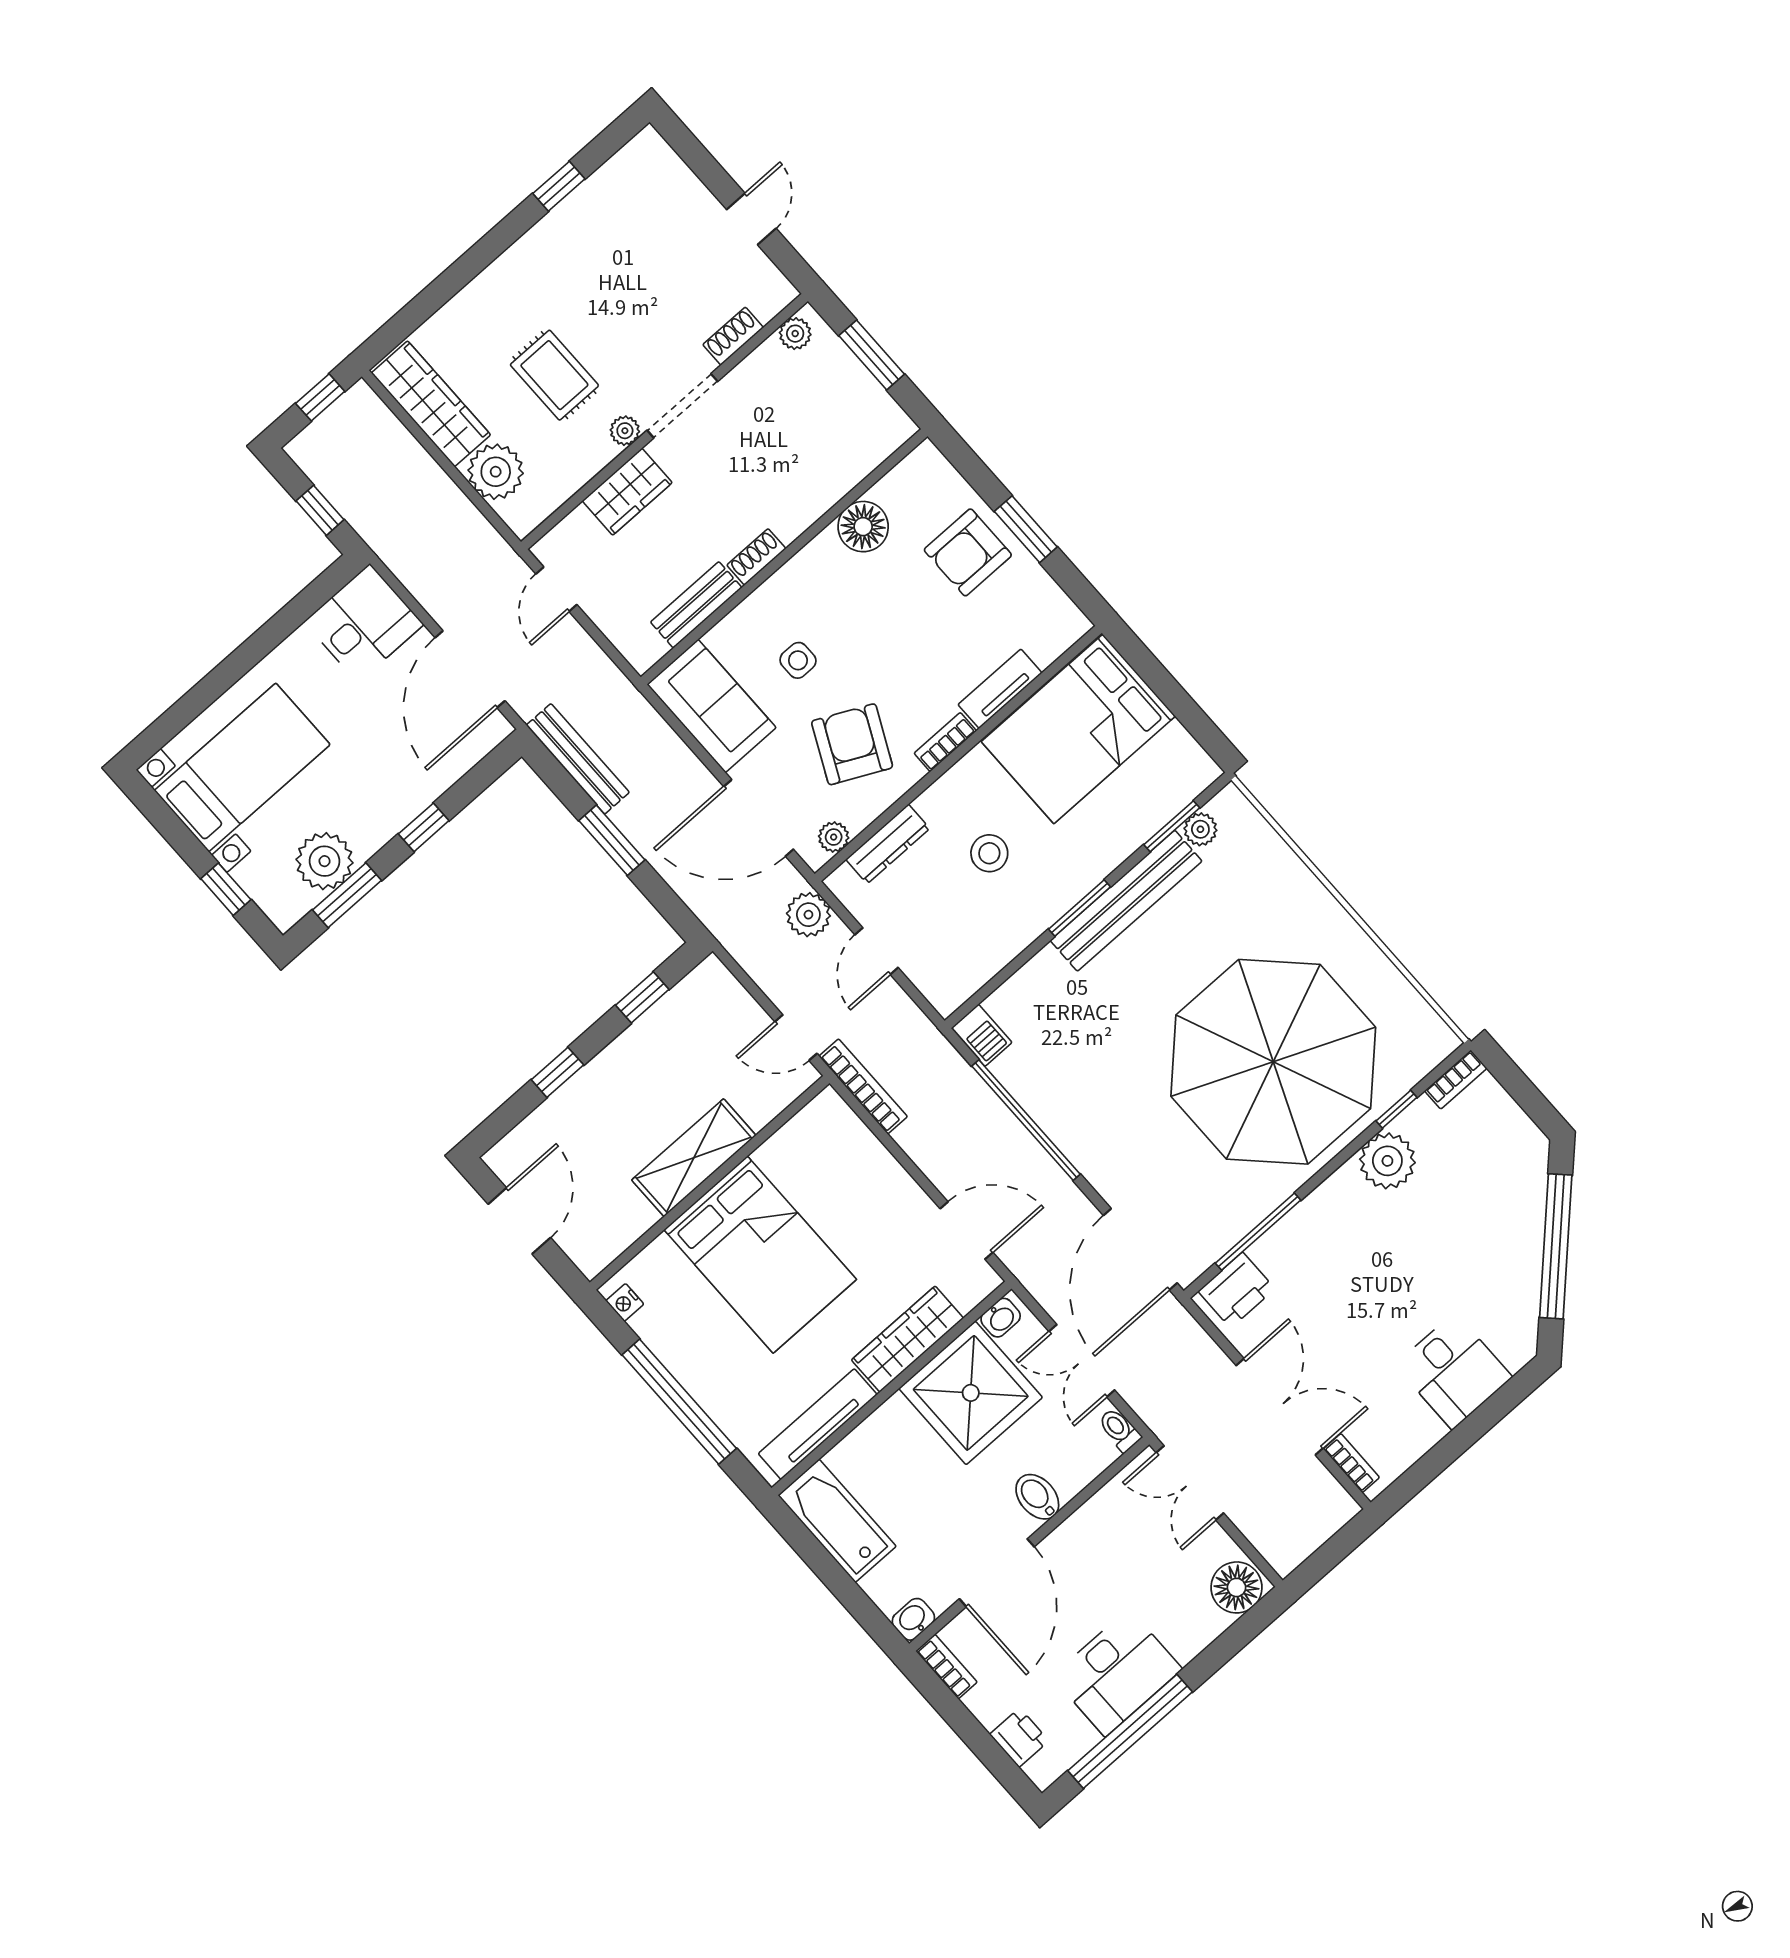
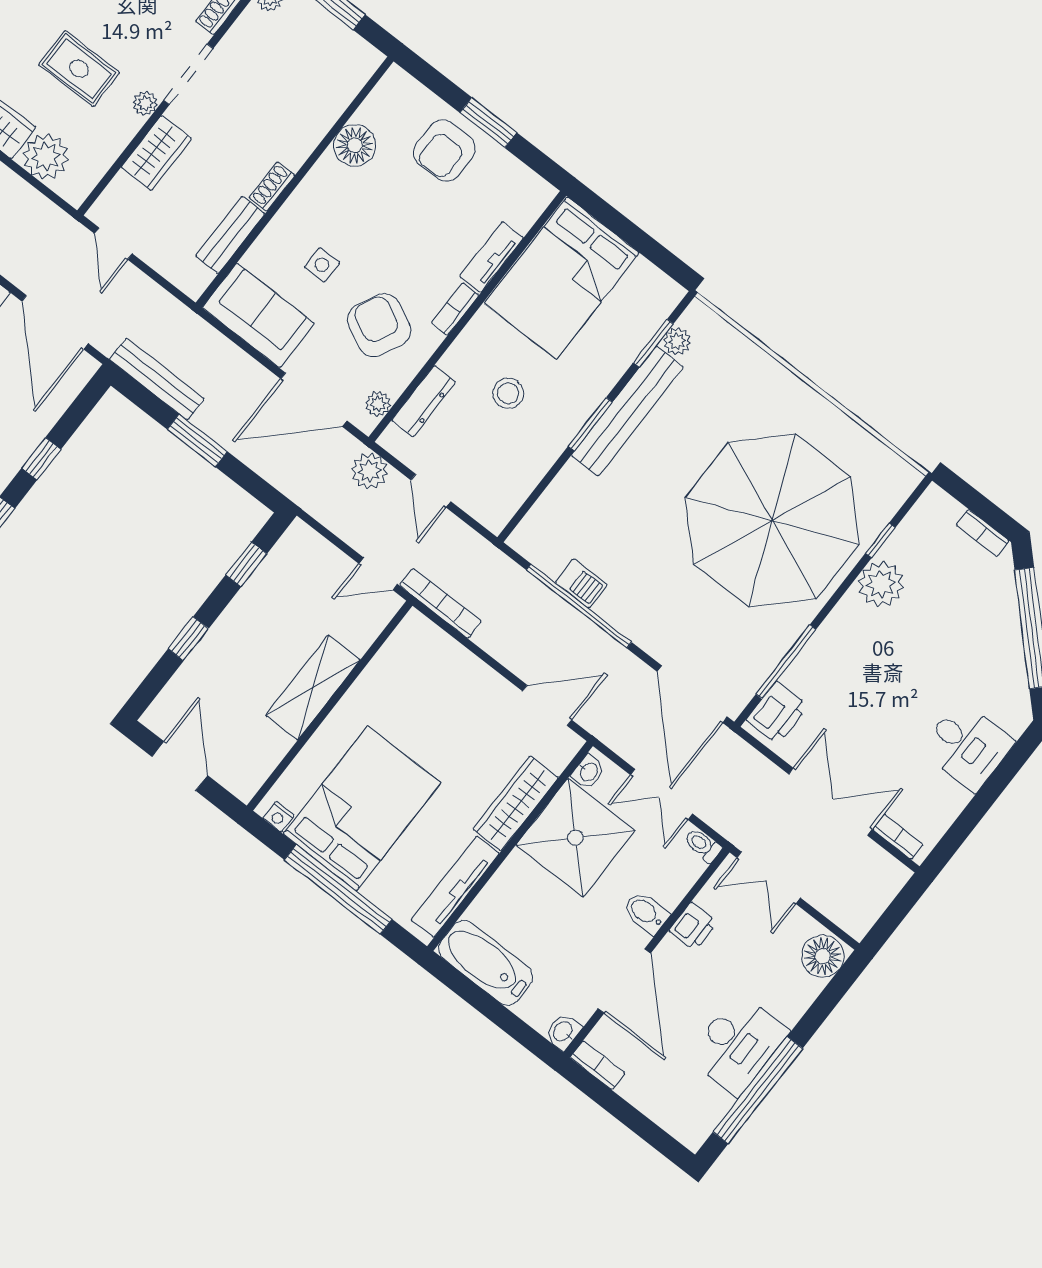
barbecue: (982, 1035) -> (581, 583), moved
bookcase: (1456, 1080) -> (983, 533), moved, turned 90
bed: (760, 1255) -> (362, 808), moved, turned -90
printer: (1019, 1738) -> (693, 926), moved, turned 90

